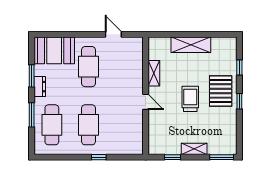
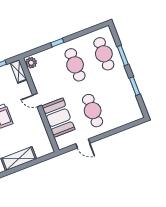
booth: (54, 50) -> (58, 118), moved, turned 90
shelving: (154, 73) -> (19, 71), moved
dresser: (40, 87) -> (125, 80), removed
plant: (136, 146) -> (31, 63), added

